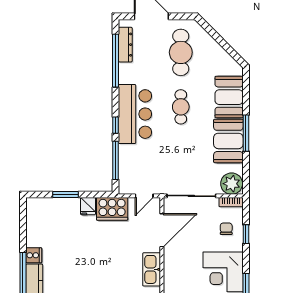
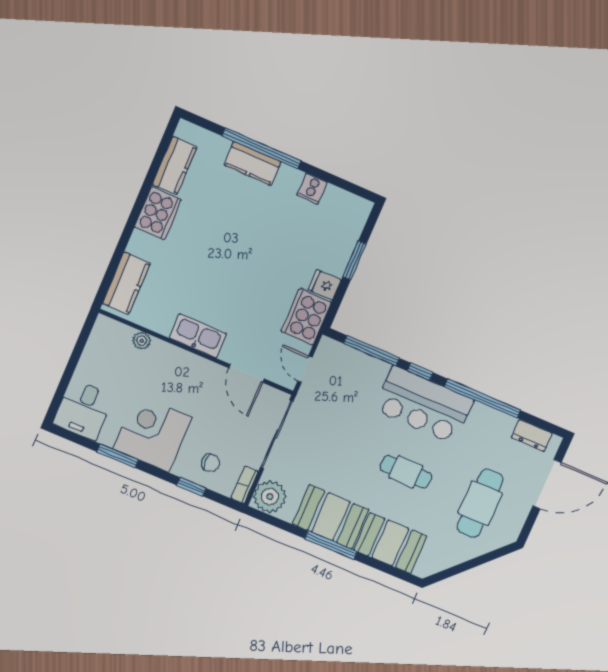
dresser: (125, 45) -> (532, 435), width x0.70
cafe table: (181, 52) -> (480, 503), turned 90
window: (116, 61) -> (482, 398), moved
door: (162, 230) -> (246, 373), width x0.73
cooker: (34, 255) -> (312, 189), moved

